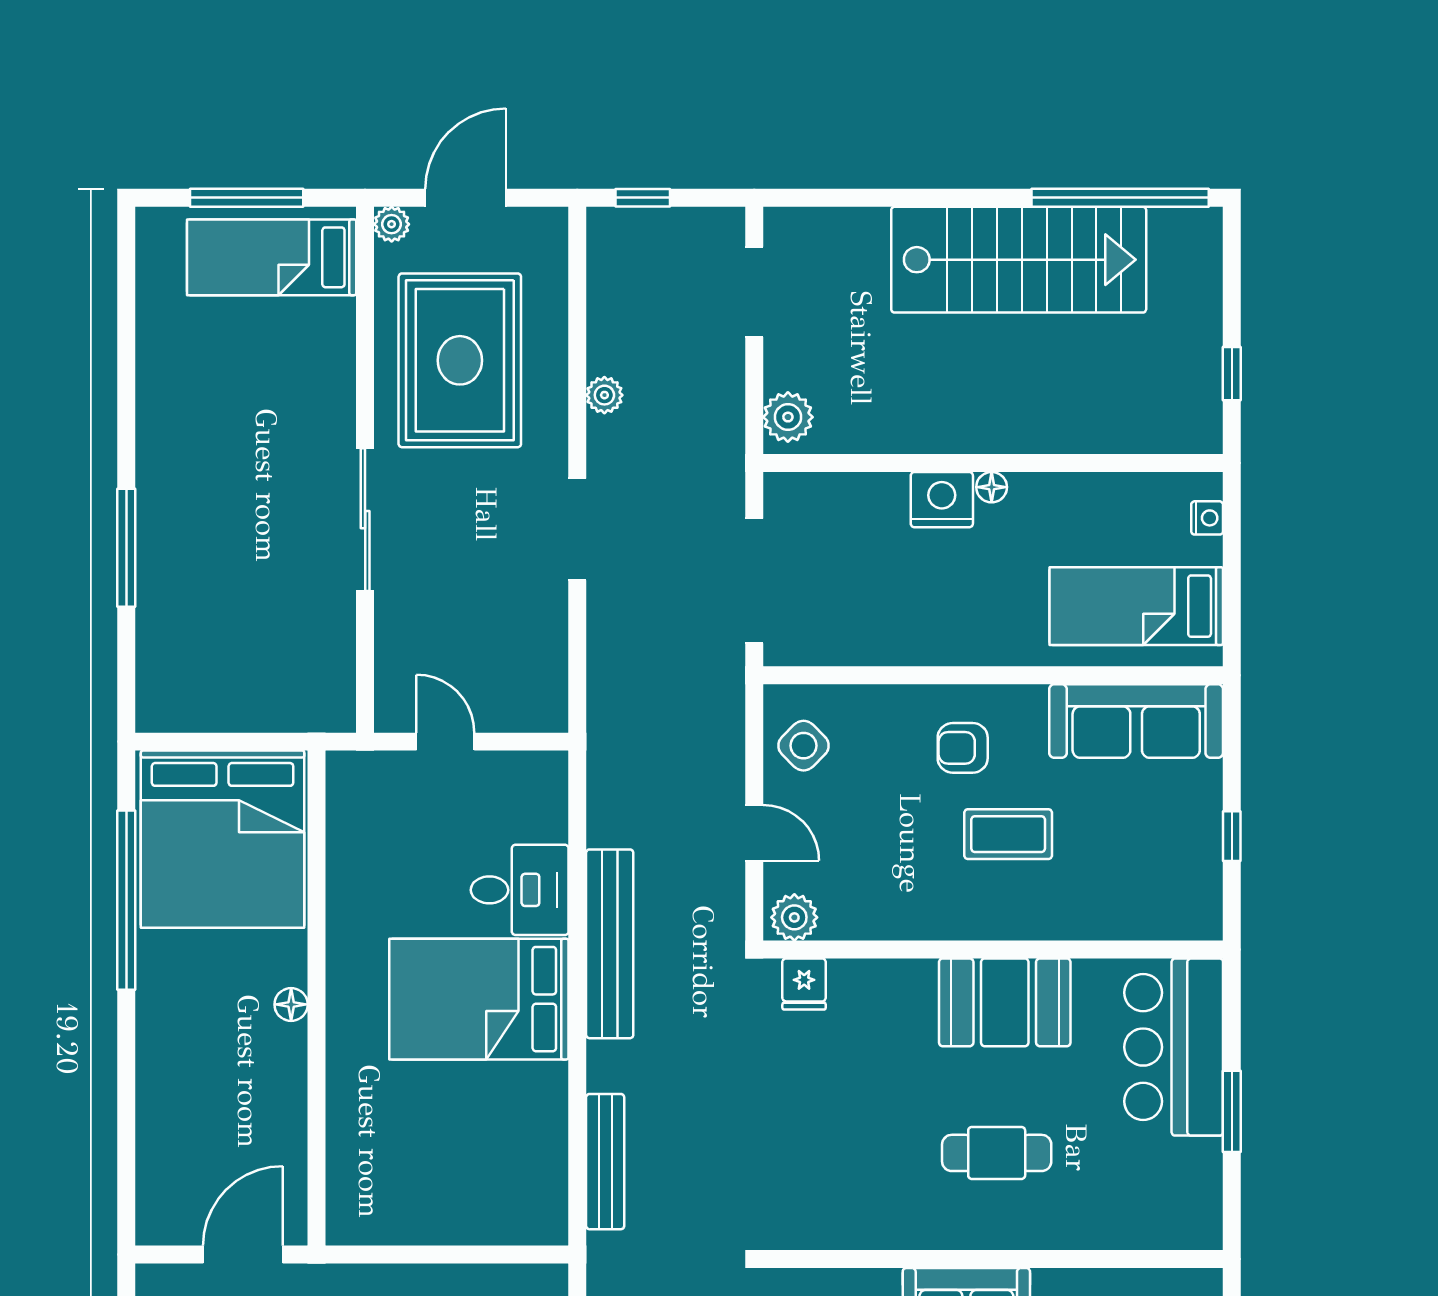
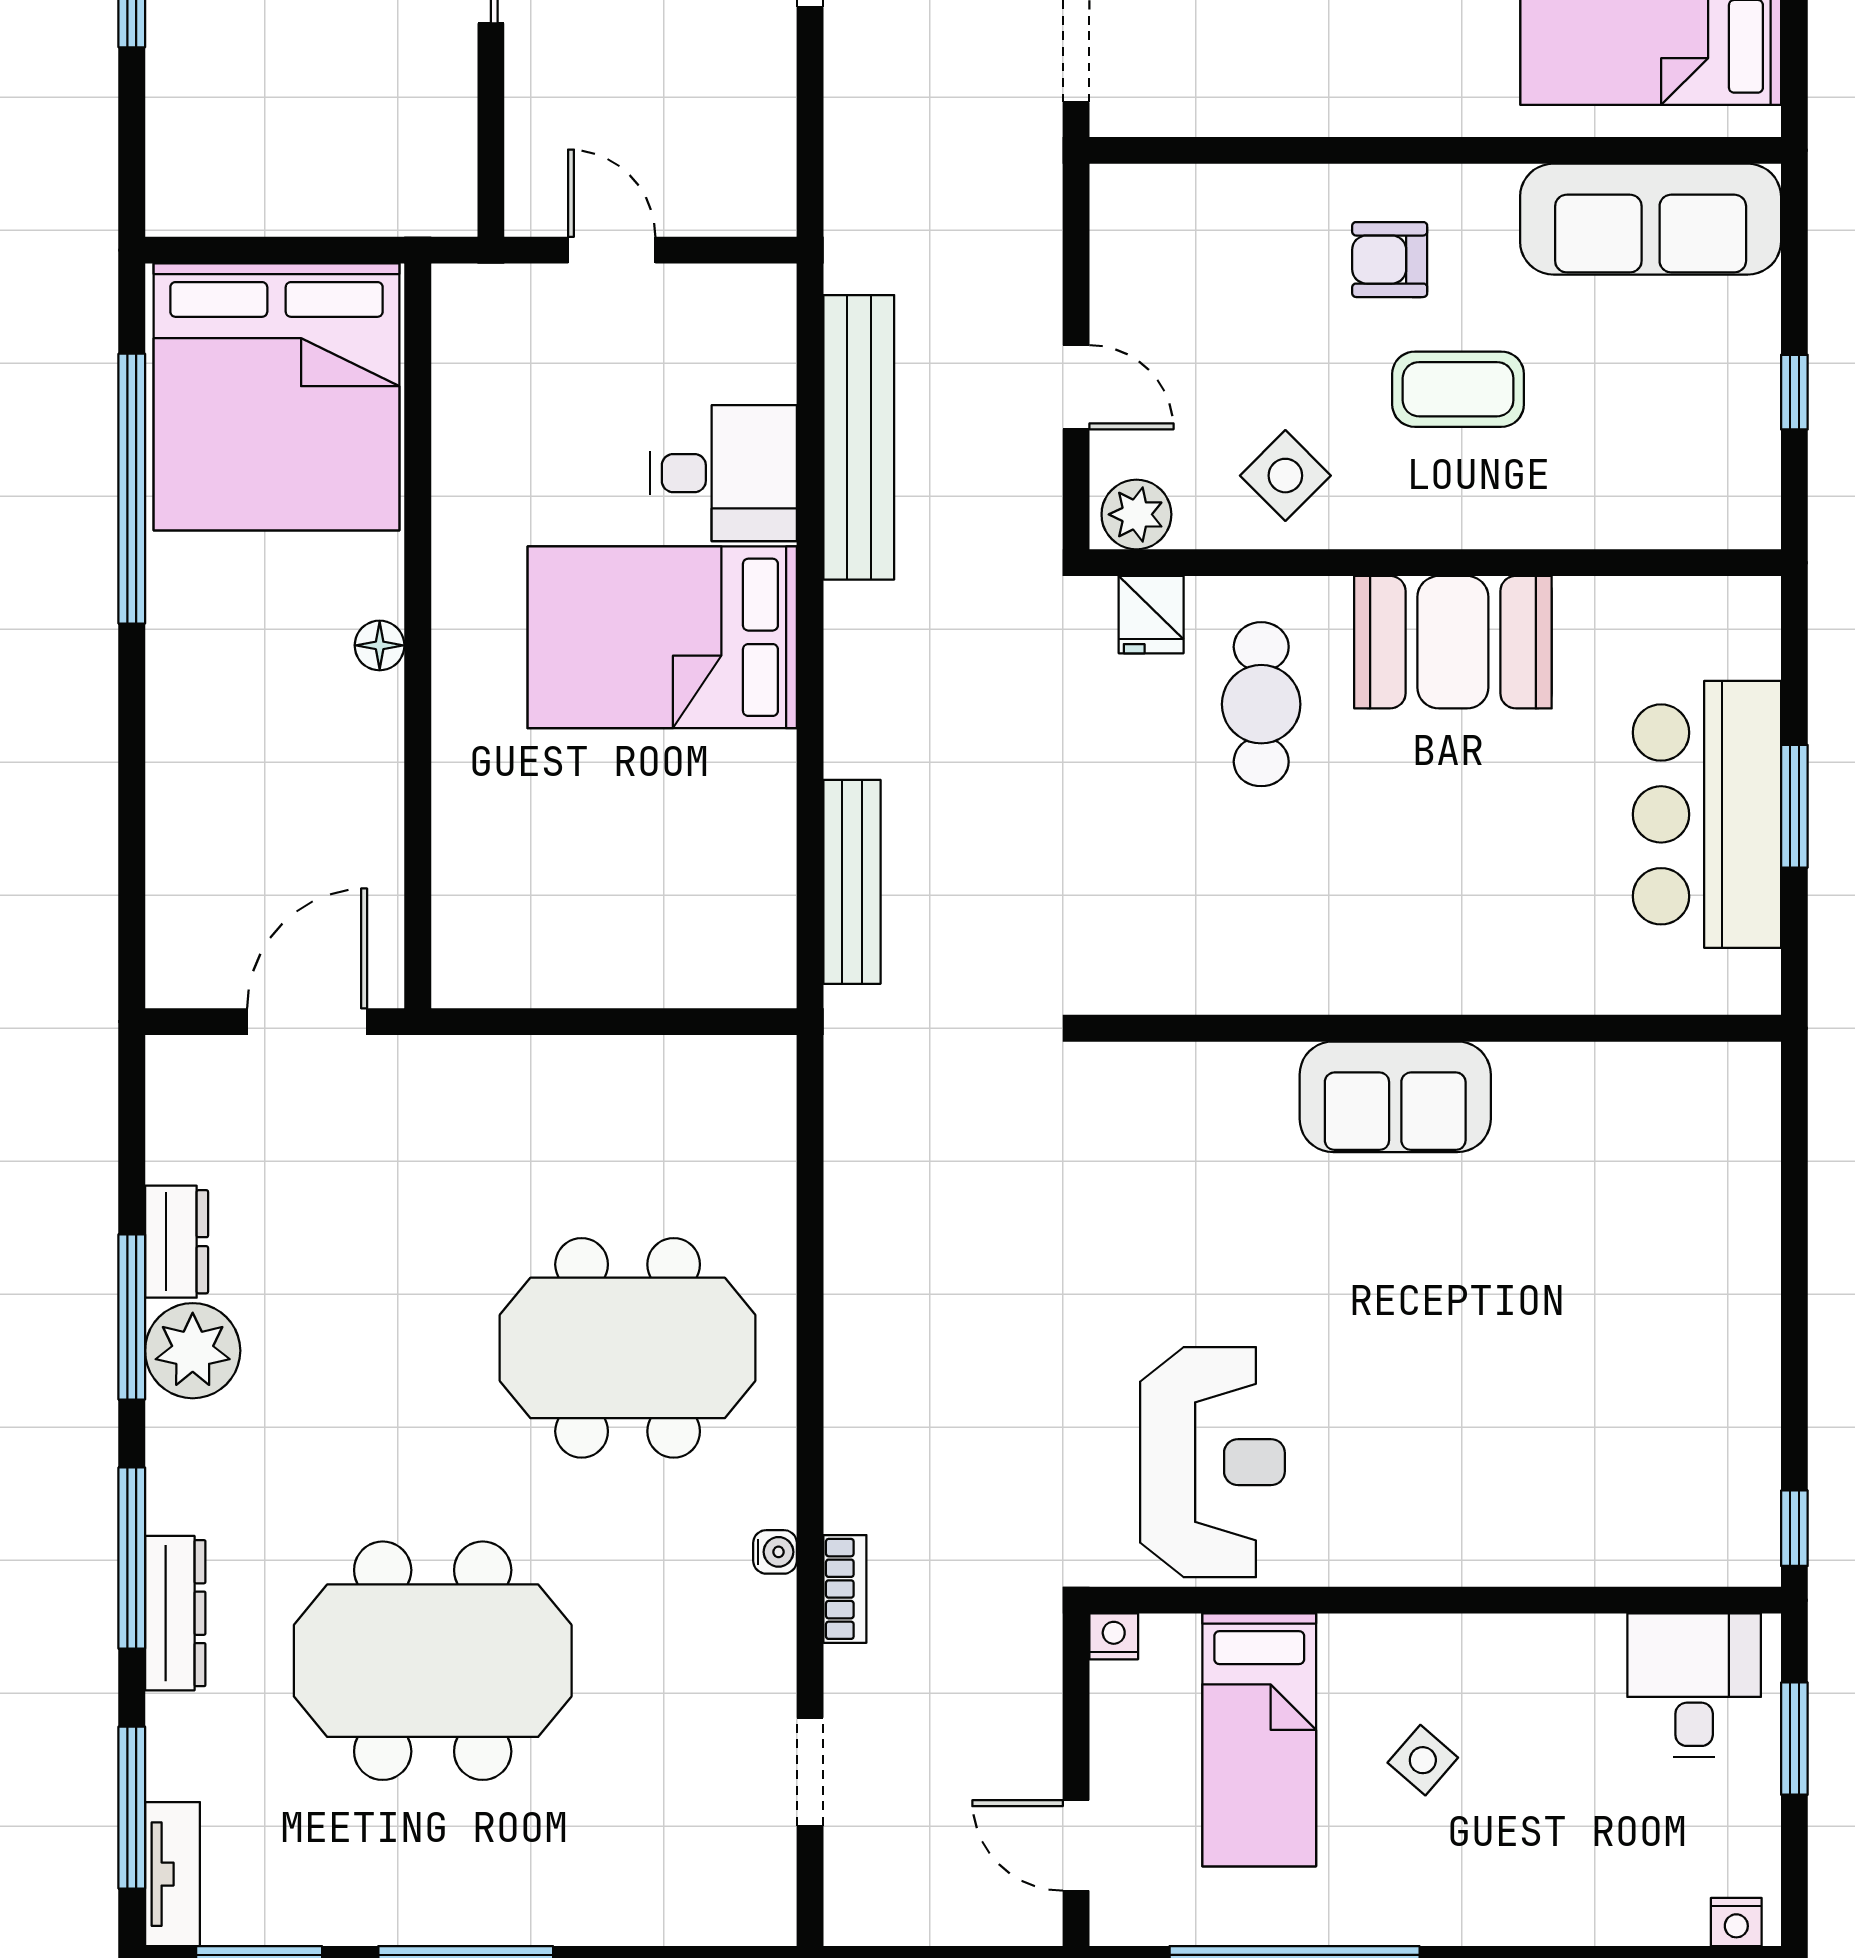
side table: (804, 746) -> (1285, 476), moved
bench: (610, 944) -> (859, 437), moved
bar counter: (1174, 1047) -> (1707, 814), moved
cafe table: (997, 1153) -> (1261, 704), moved, turned 90

